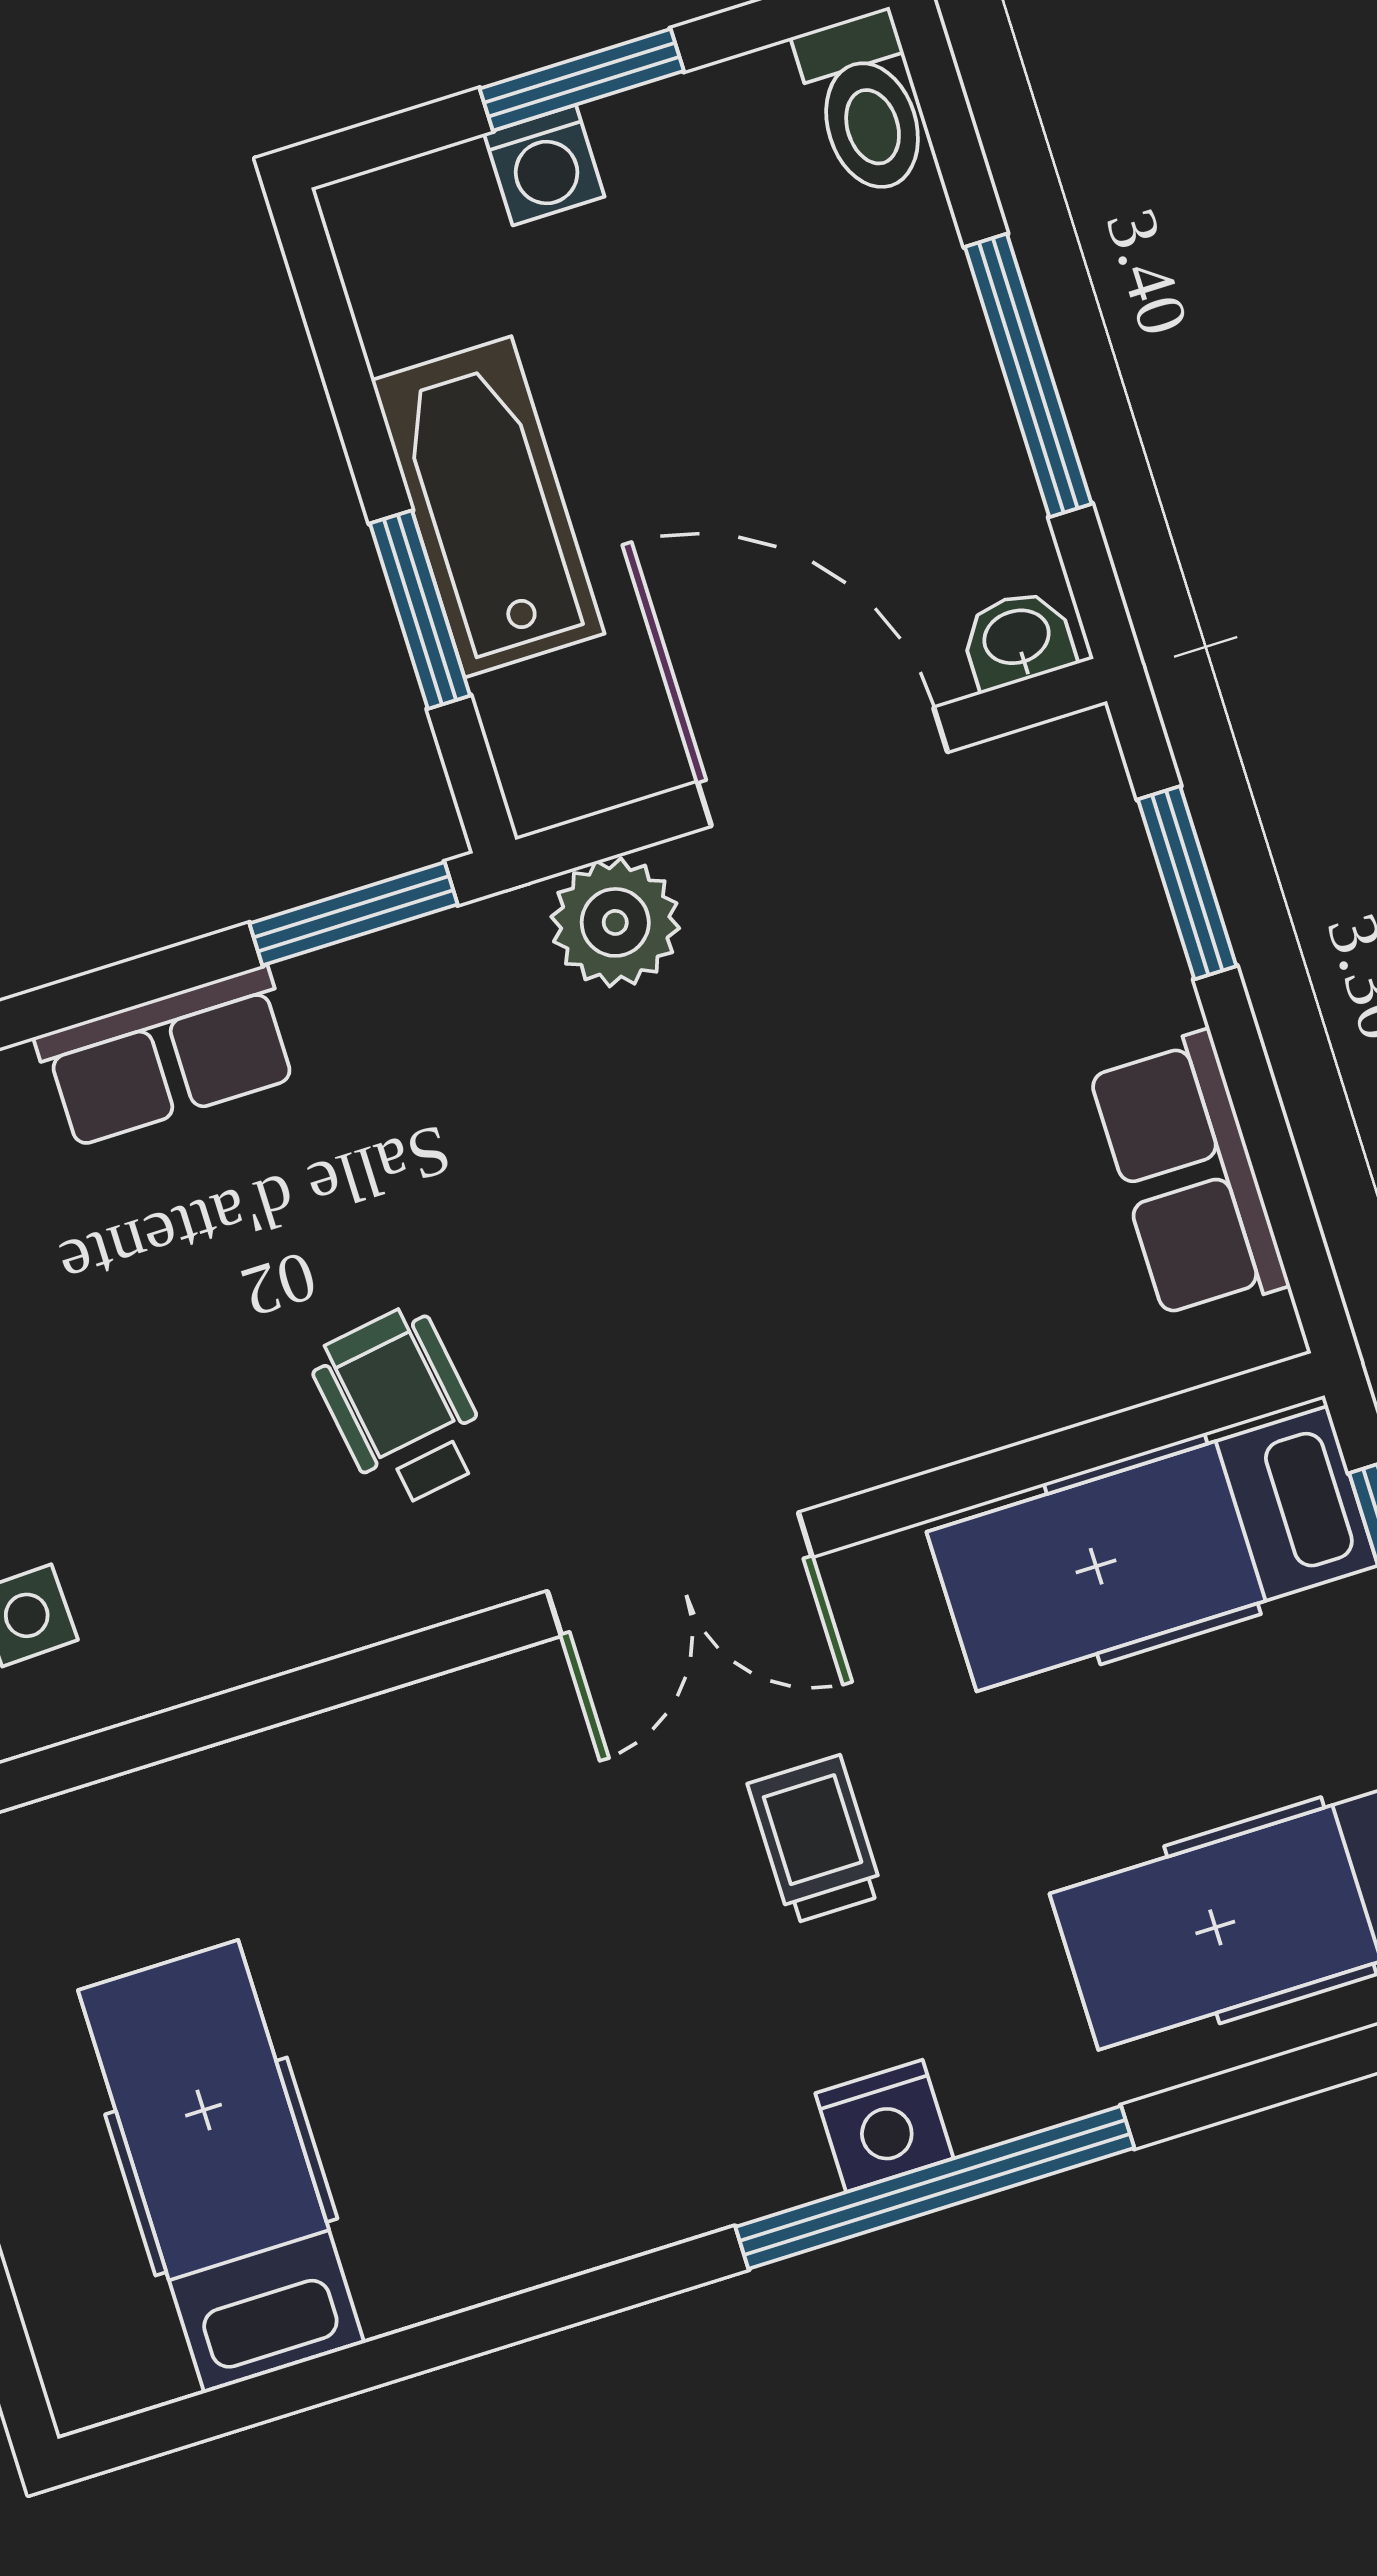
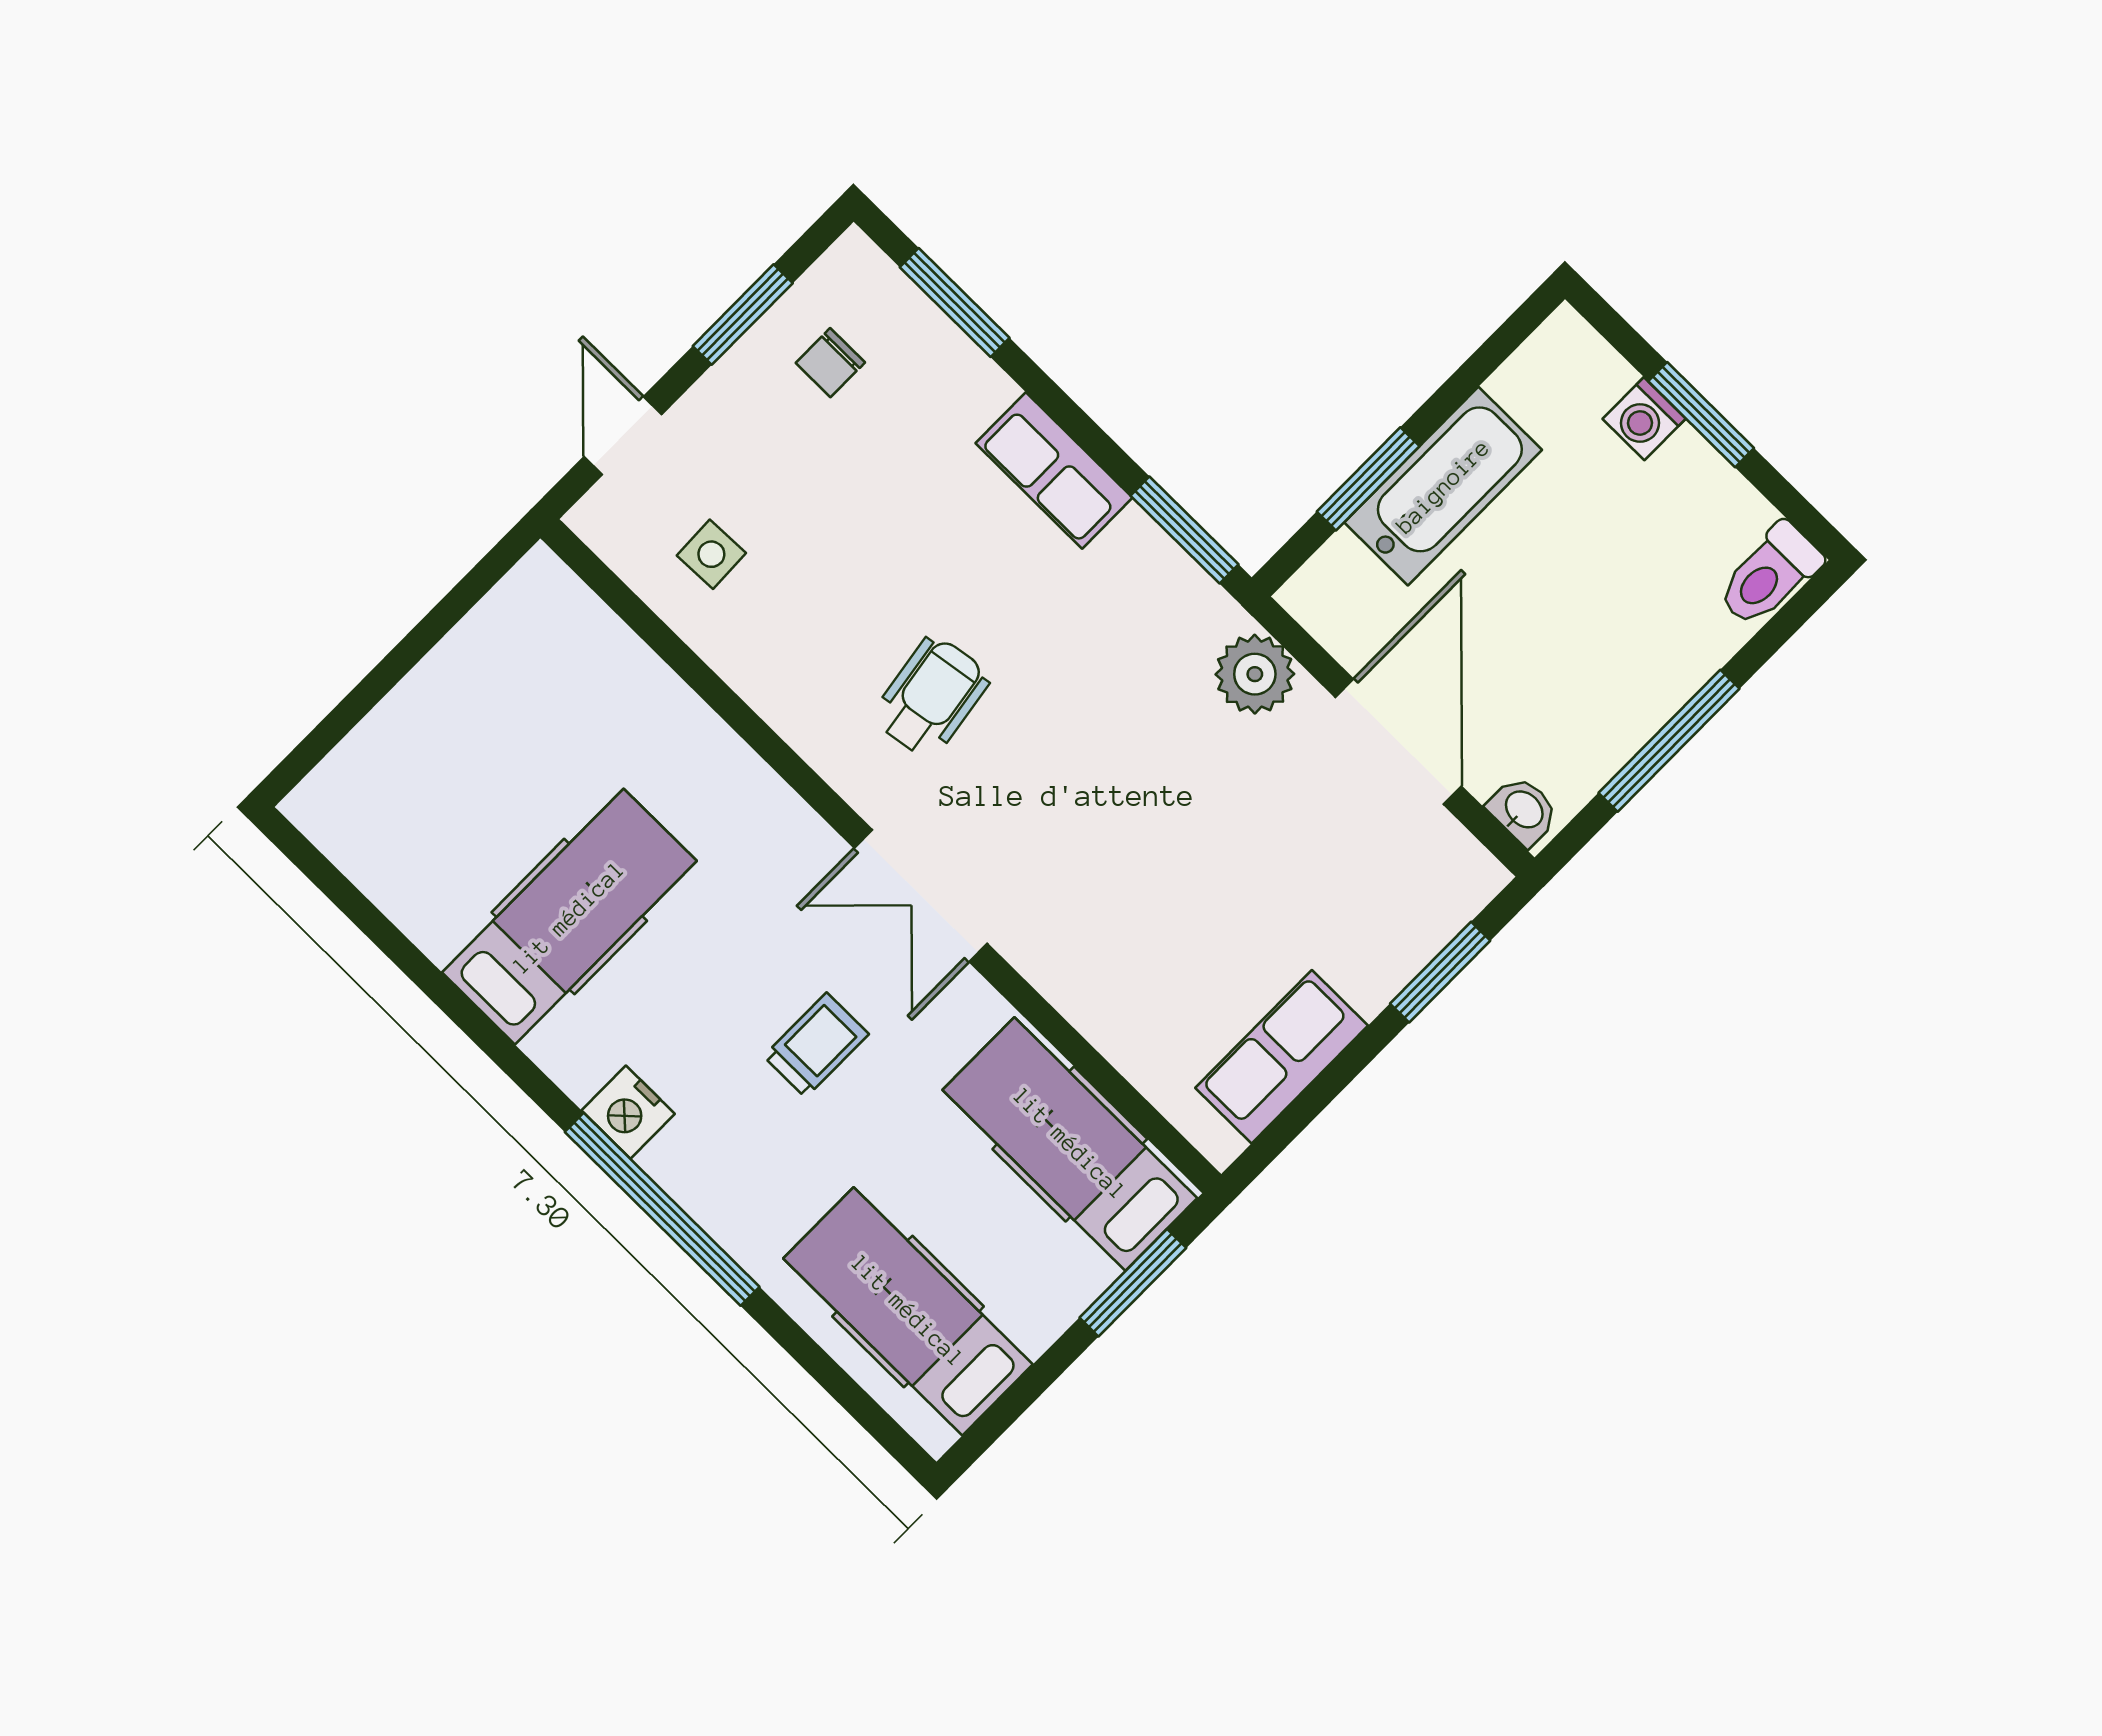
nightstand: (884, 2126) -> (628, 1112), moved
hospital bed: (221, 2167) -> (569, 917), moved

